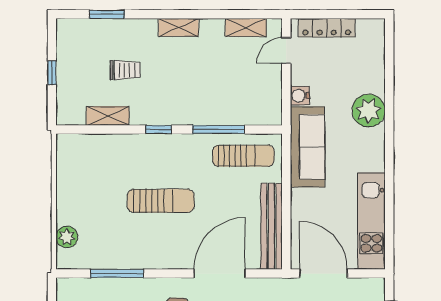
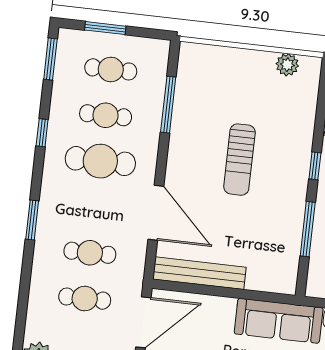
sun lounger: (243, 156) -> (277, 252), removed
plant: (67, 237) -> (287, 65), moved

